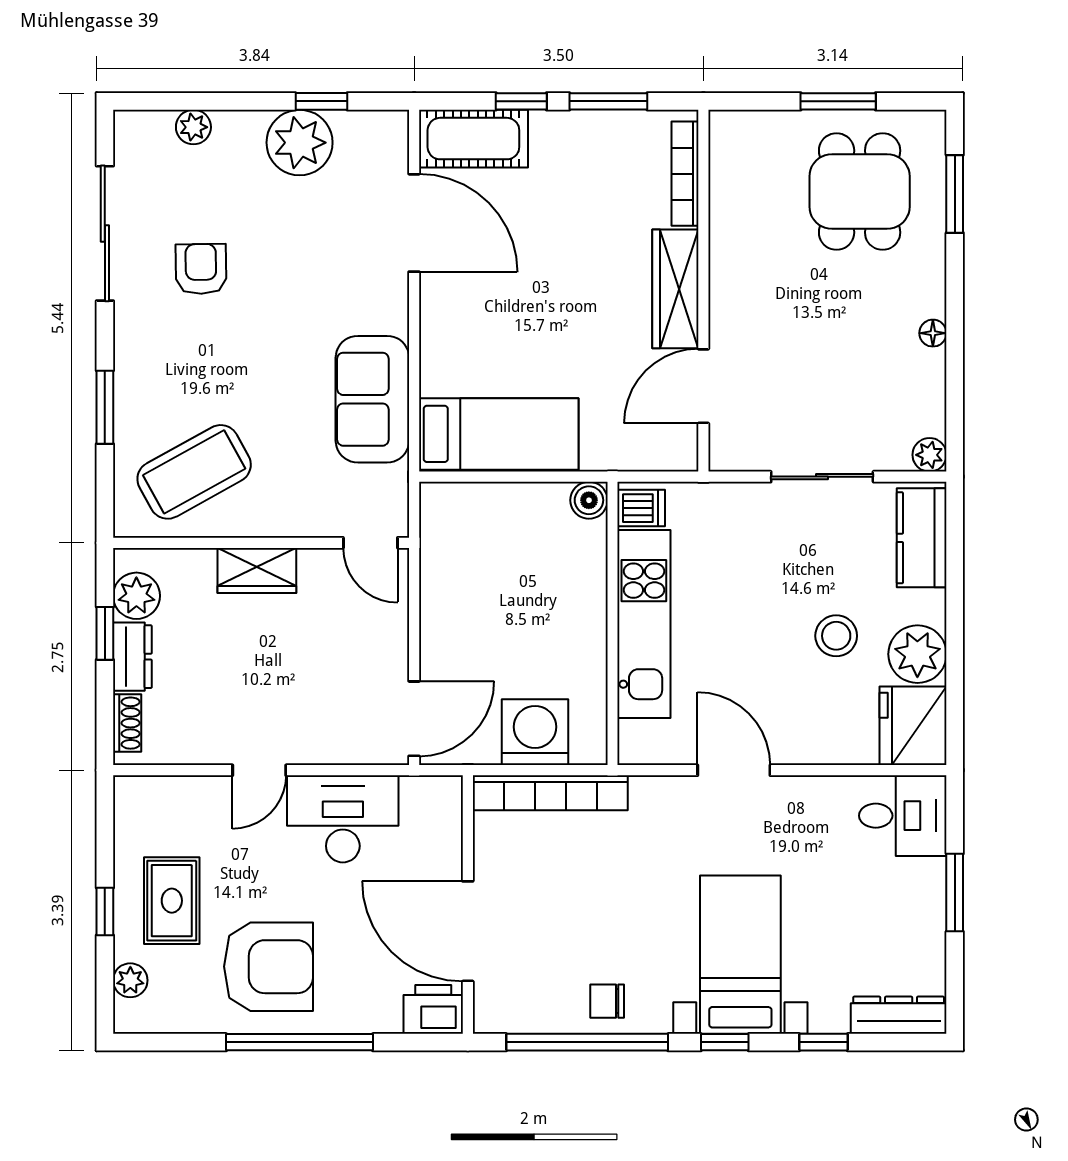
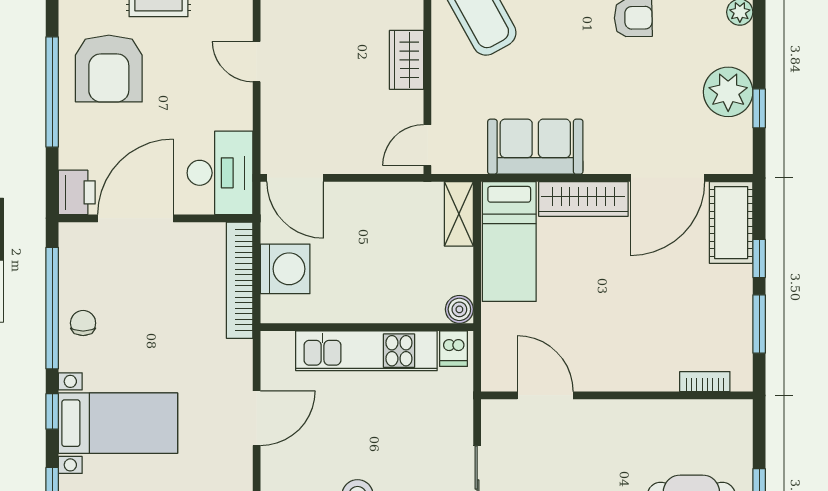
bookcase: (685, 174) -> (705, 382), width x0.64
wardrobe: (675, 289) -> (583, 199), moved, turned 180
shelving: (462, 501) -> (459, 214), added
desk: (343, 819) -> (220, 173), moved

